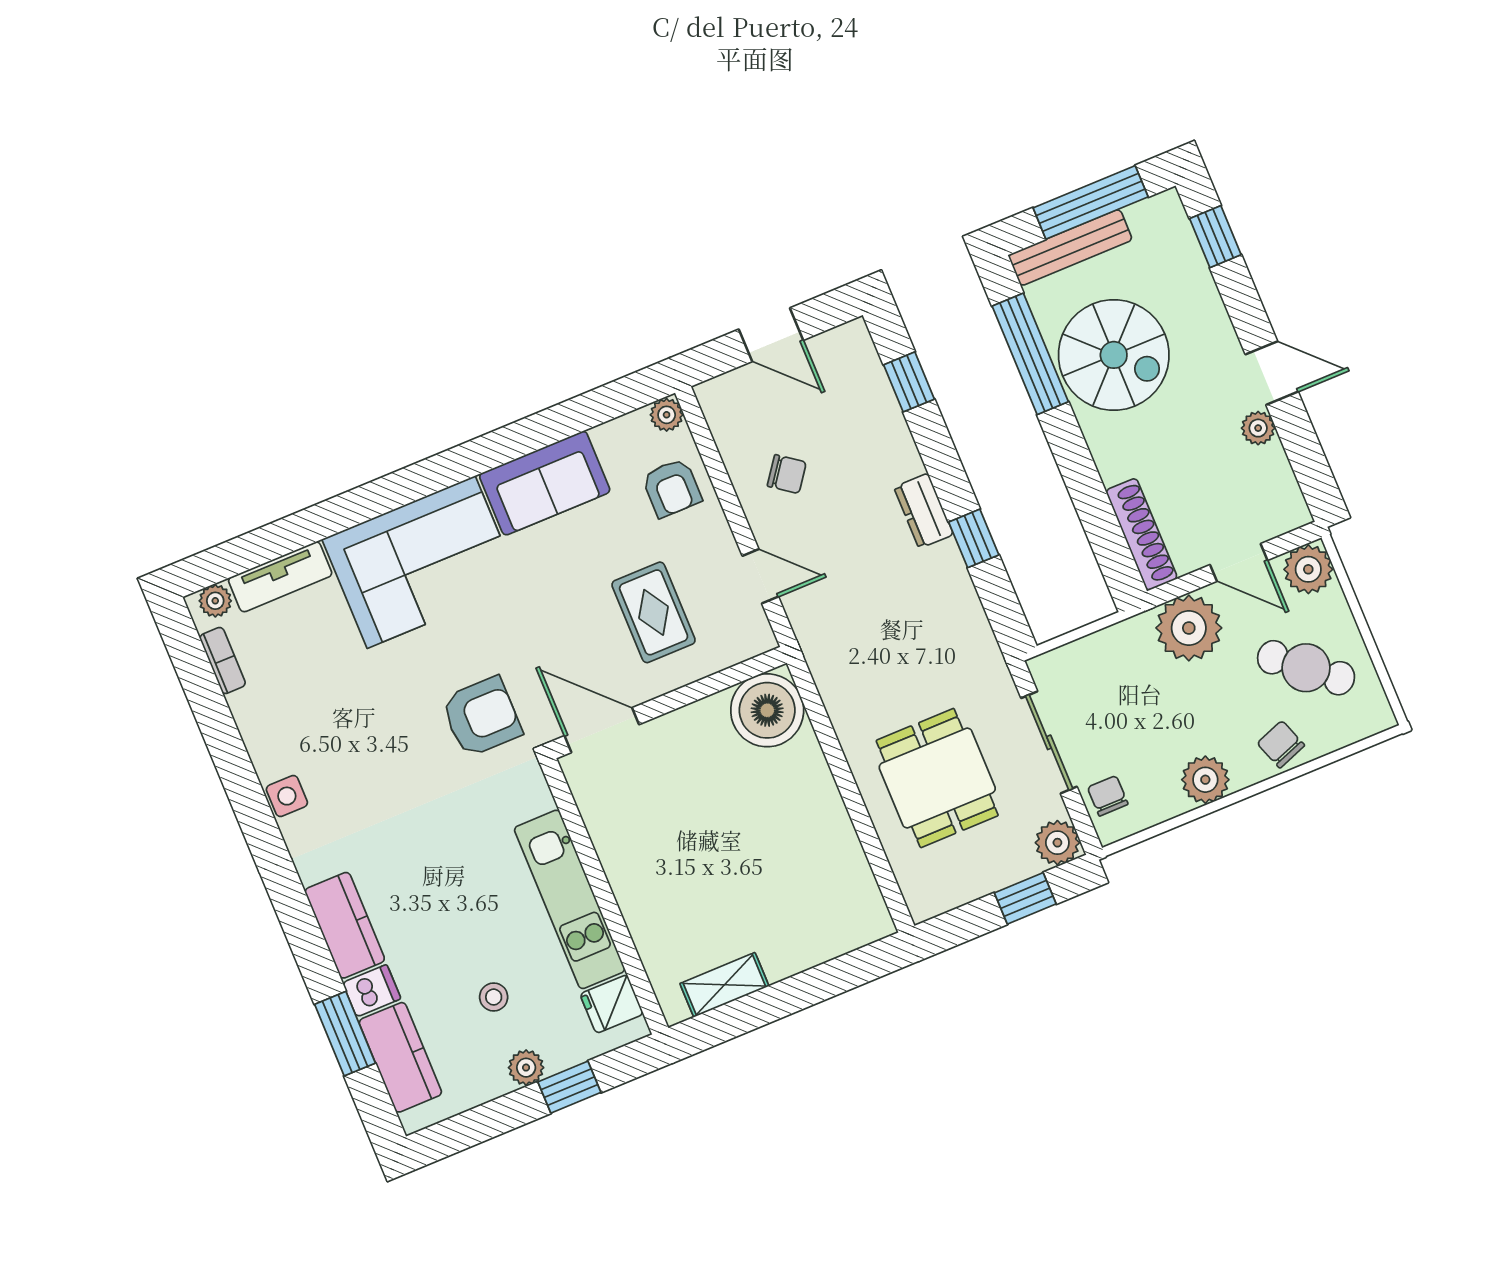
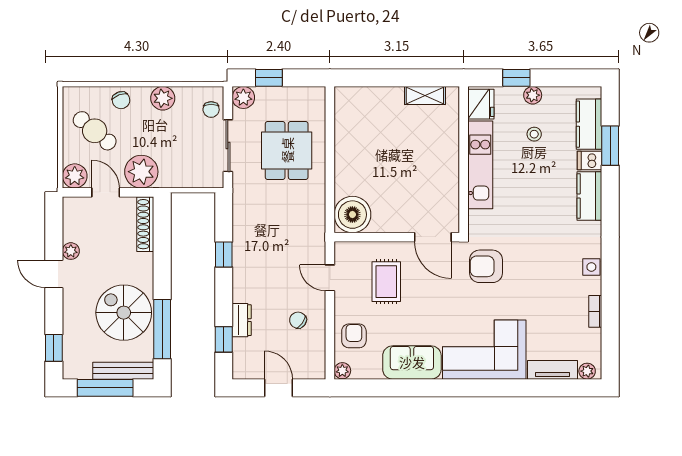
dresser: (924, 511) -> (242, 320), moved
bookcase: (223, 660) -> (595, 311), moved
fridge: (612, 1004) -> (481, 104), width x1.38

